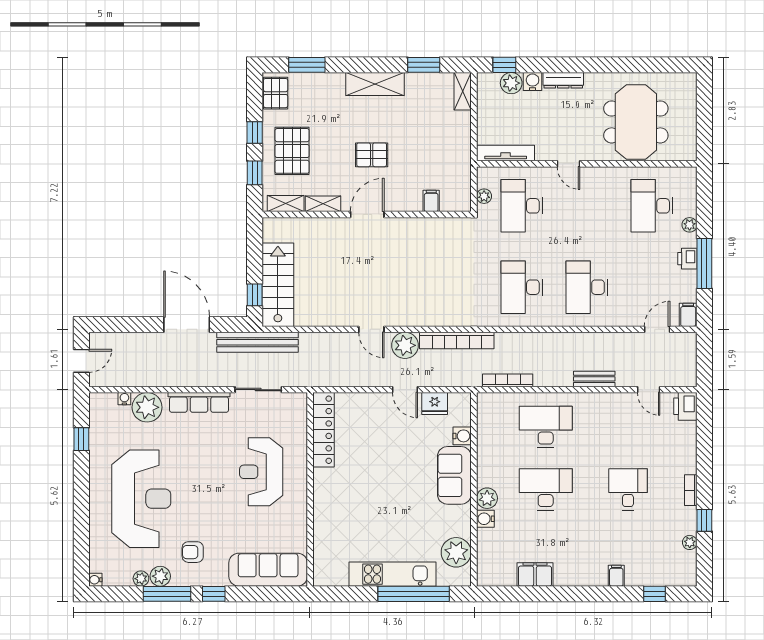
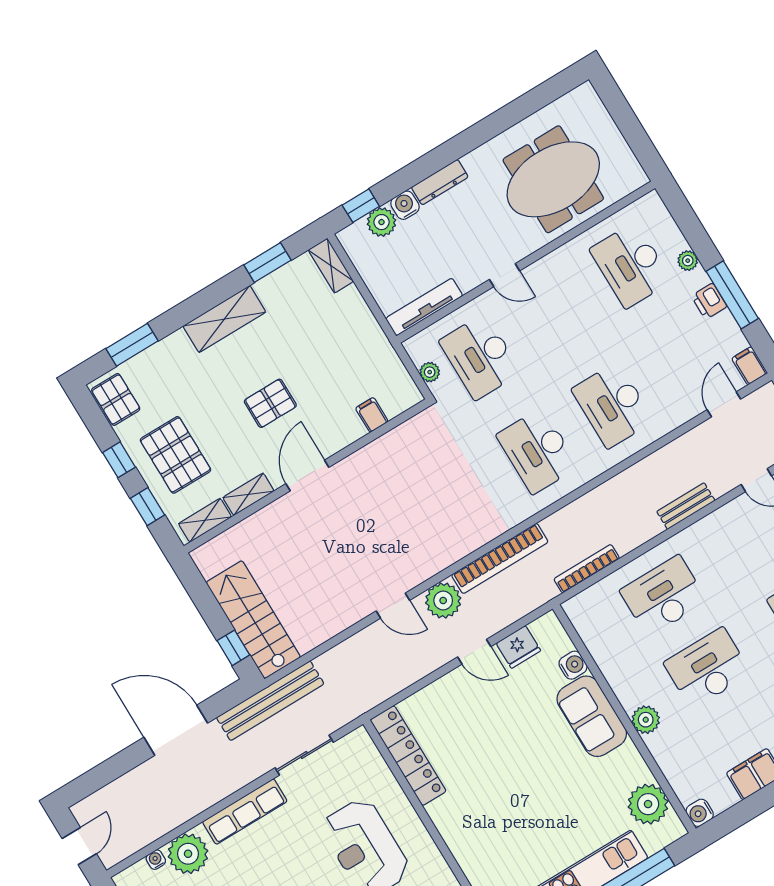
meeting table: (636, 122) -> (553, 179), turned 90
water cooler: (485, 519) -> (700, 813), moved

